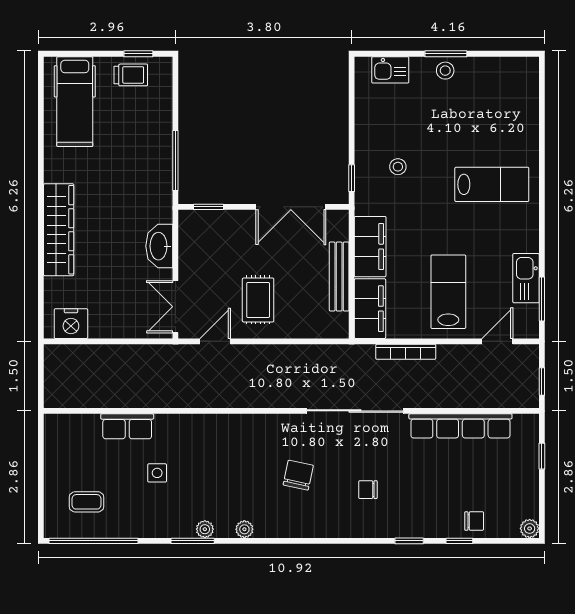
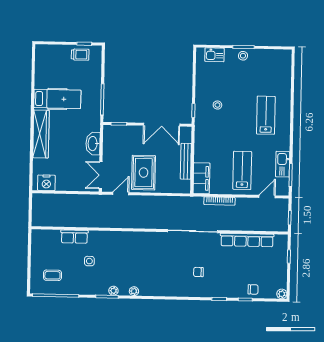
hospital bed: (75, 102) -> (57, 99), moved, turned -90
lab bench: (492, 184) -> (266, 115), turned -90
filing cabinet: (370, 247) -> (202, 146), removed
rug: (258, 300) -> (144, 173), width x1.36, depth x1.43
chair: (298, 475) -> (162, 264), removed

